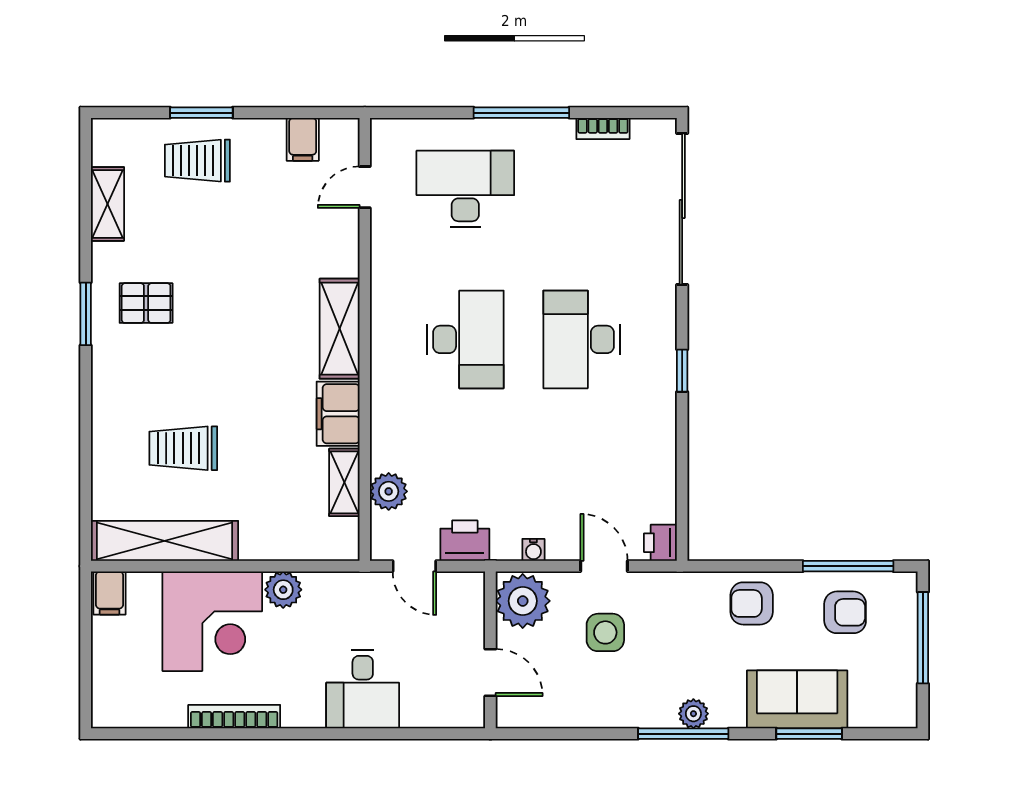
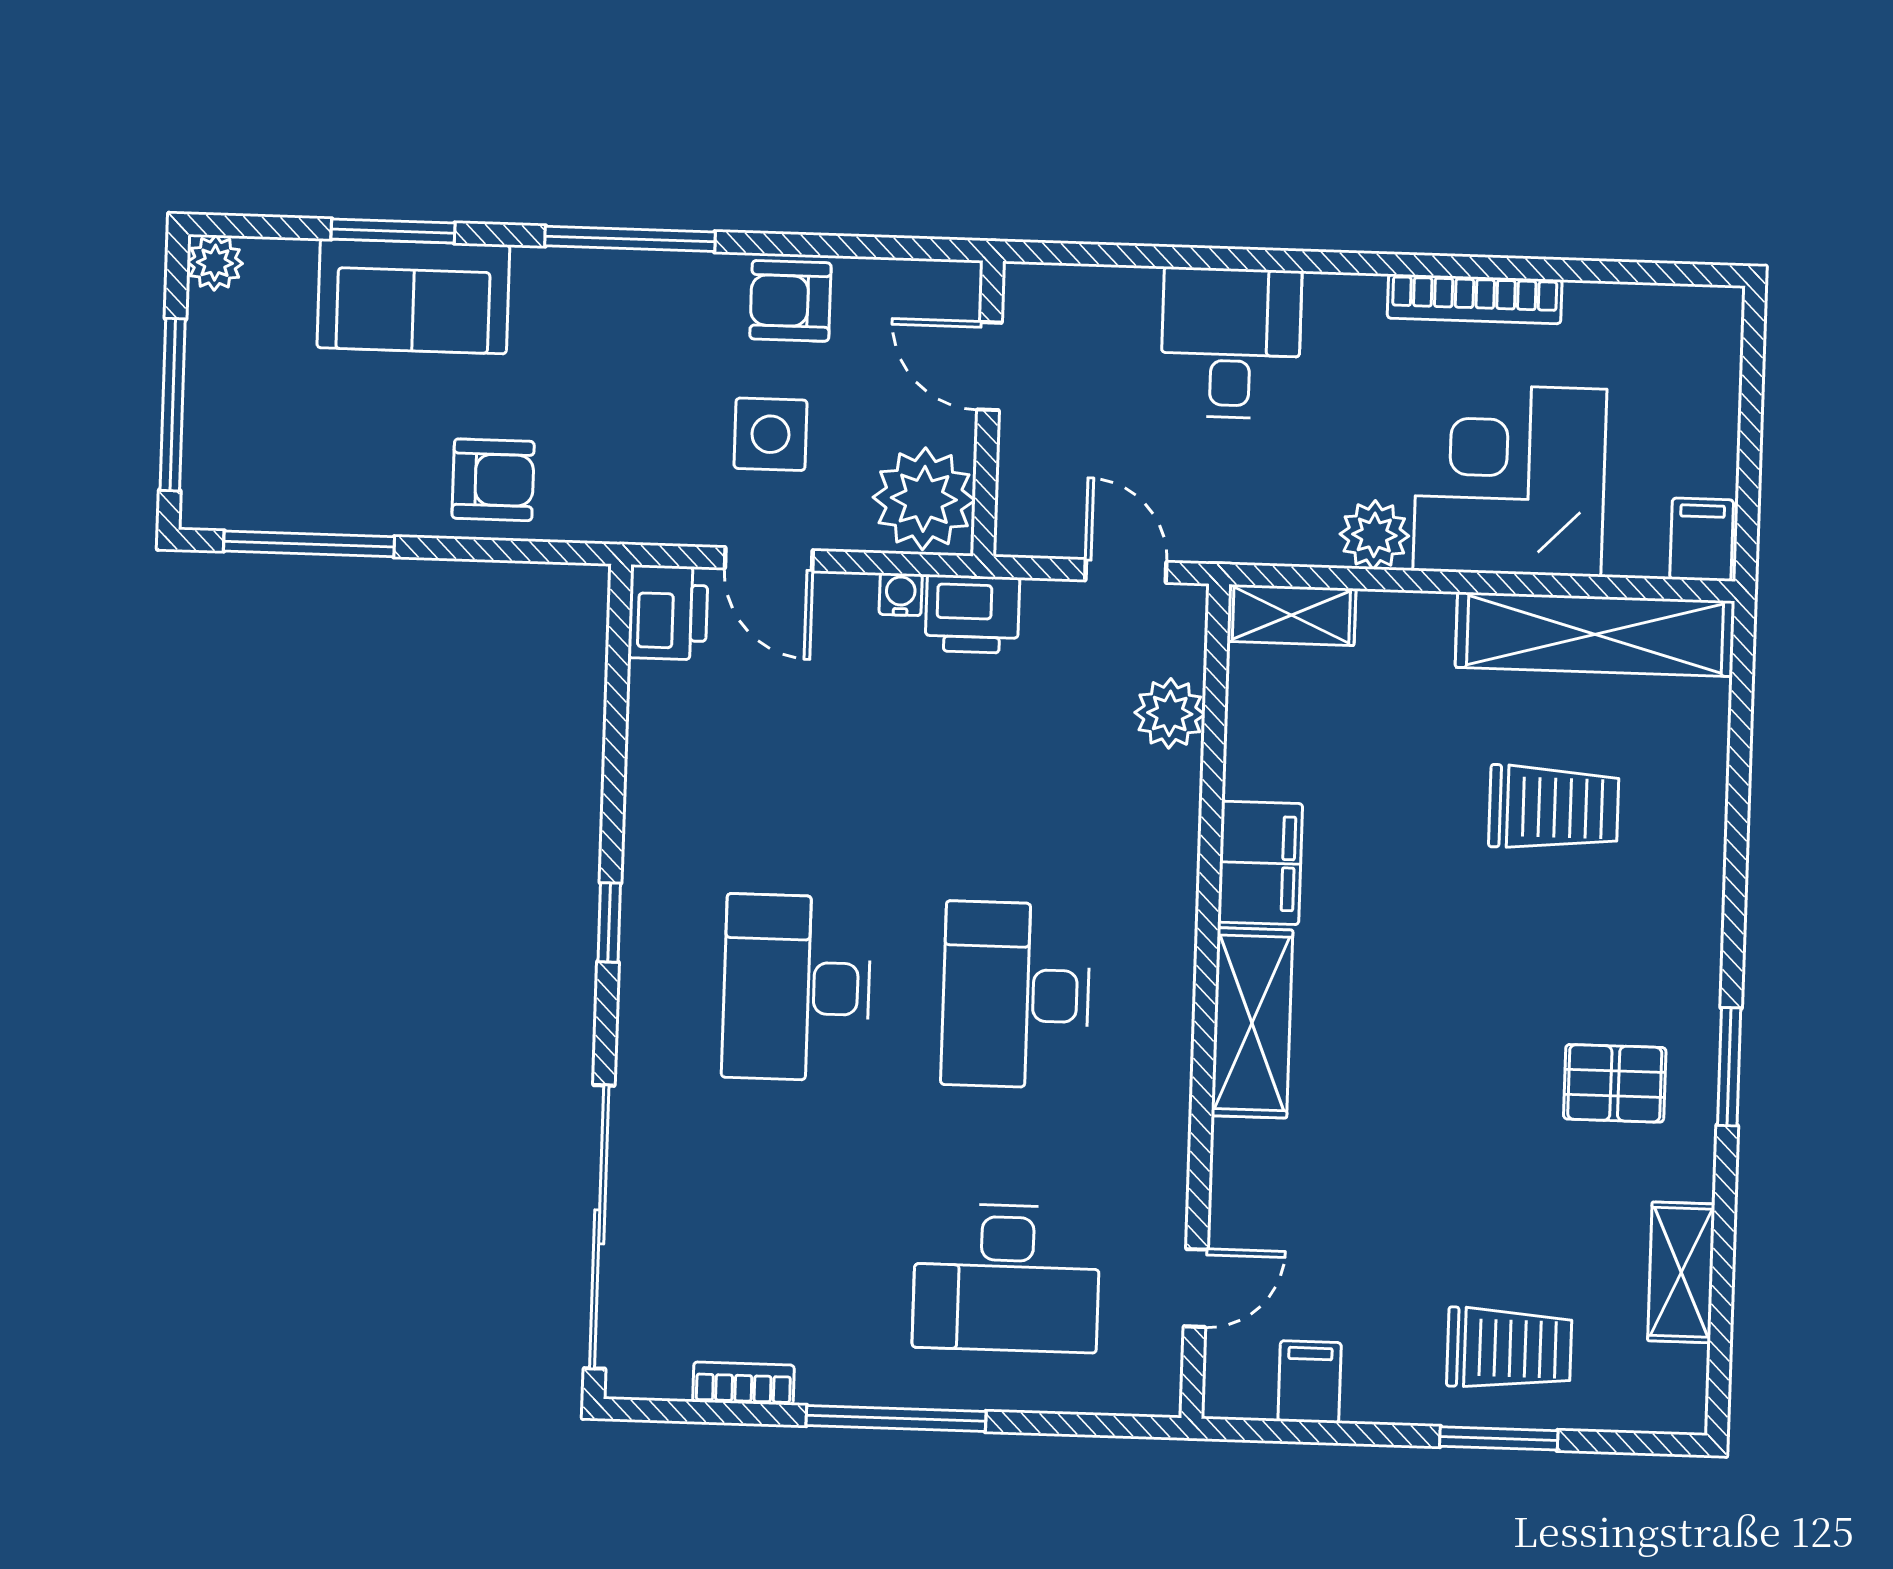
desk: (582, 339) -> (797, 988), turned 180
shelving: (344, 482) -> (1291, 615), moved, turned 90
printer: (465, 541) -> (972, 614), moved
printer: (660, 543) -> (668, 612), width x1.36, depth x1.24
armchair: (845, 612) -> (790, 301), moved
plant: (693, 714) -> (215, 263), moved

